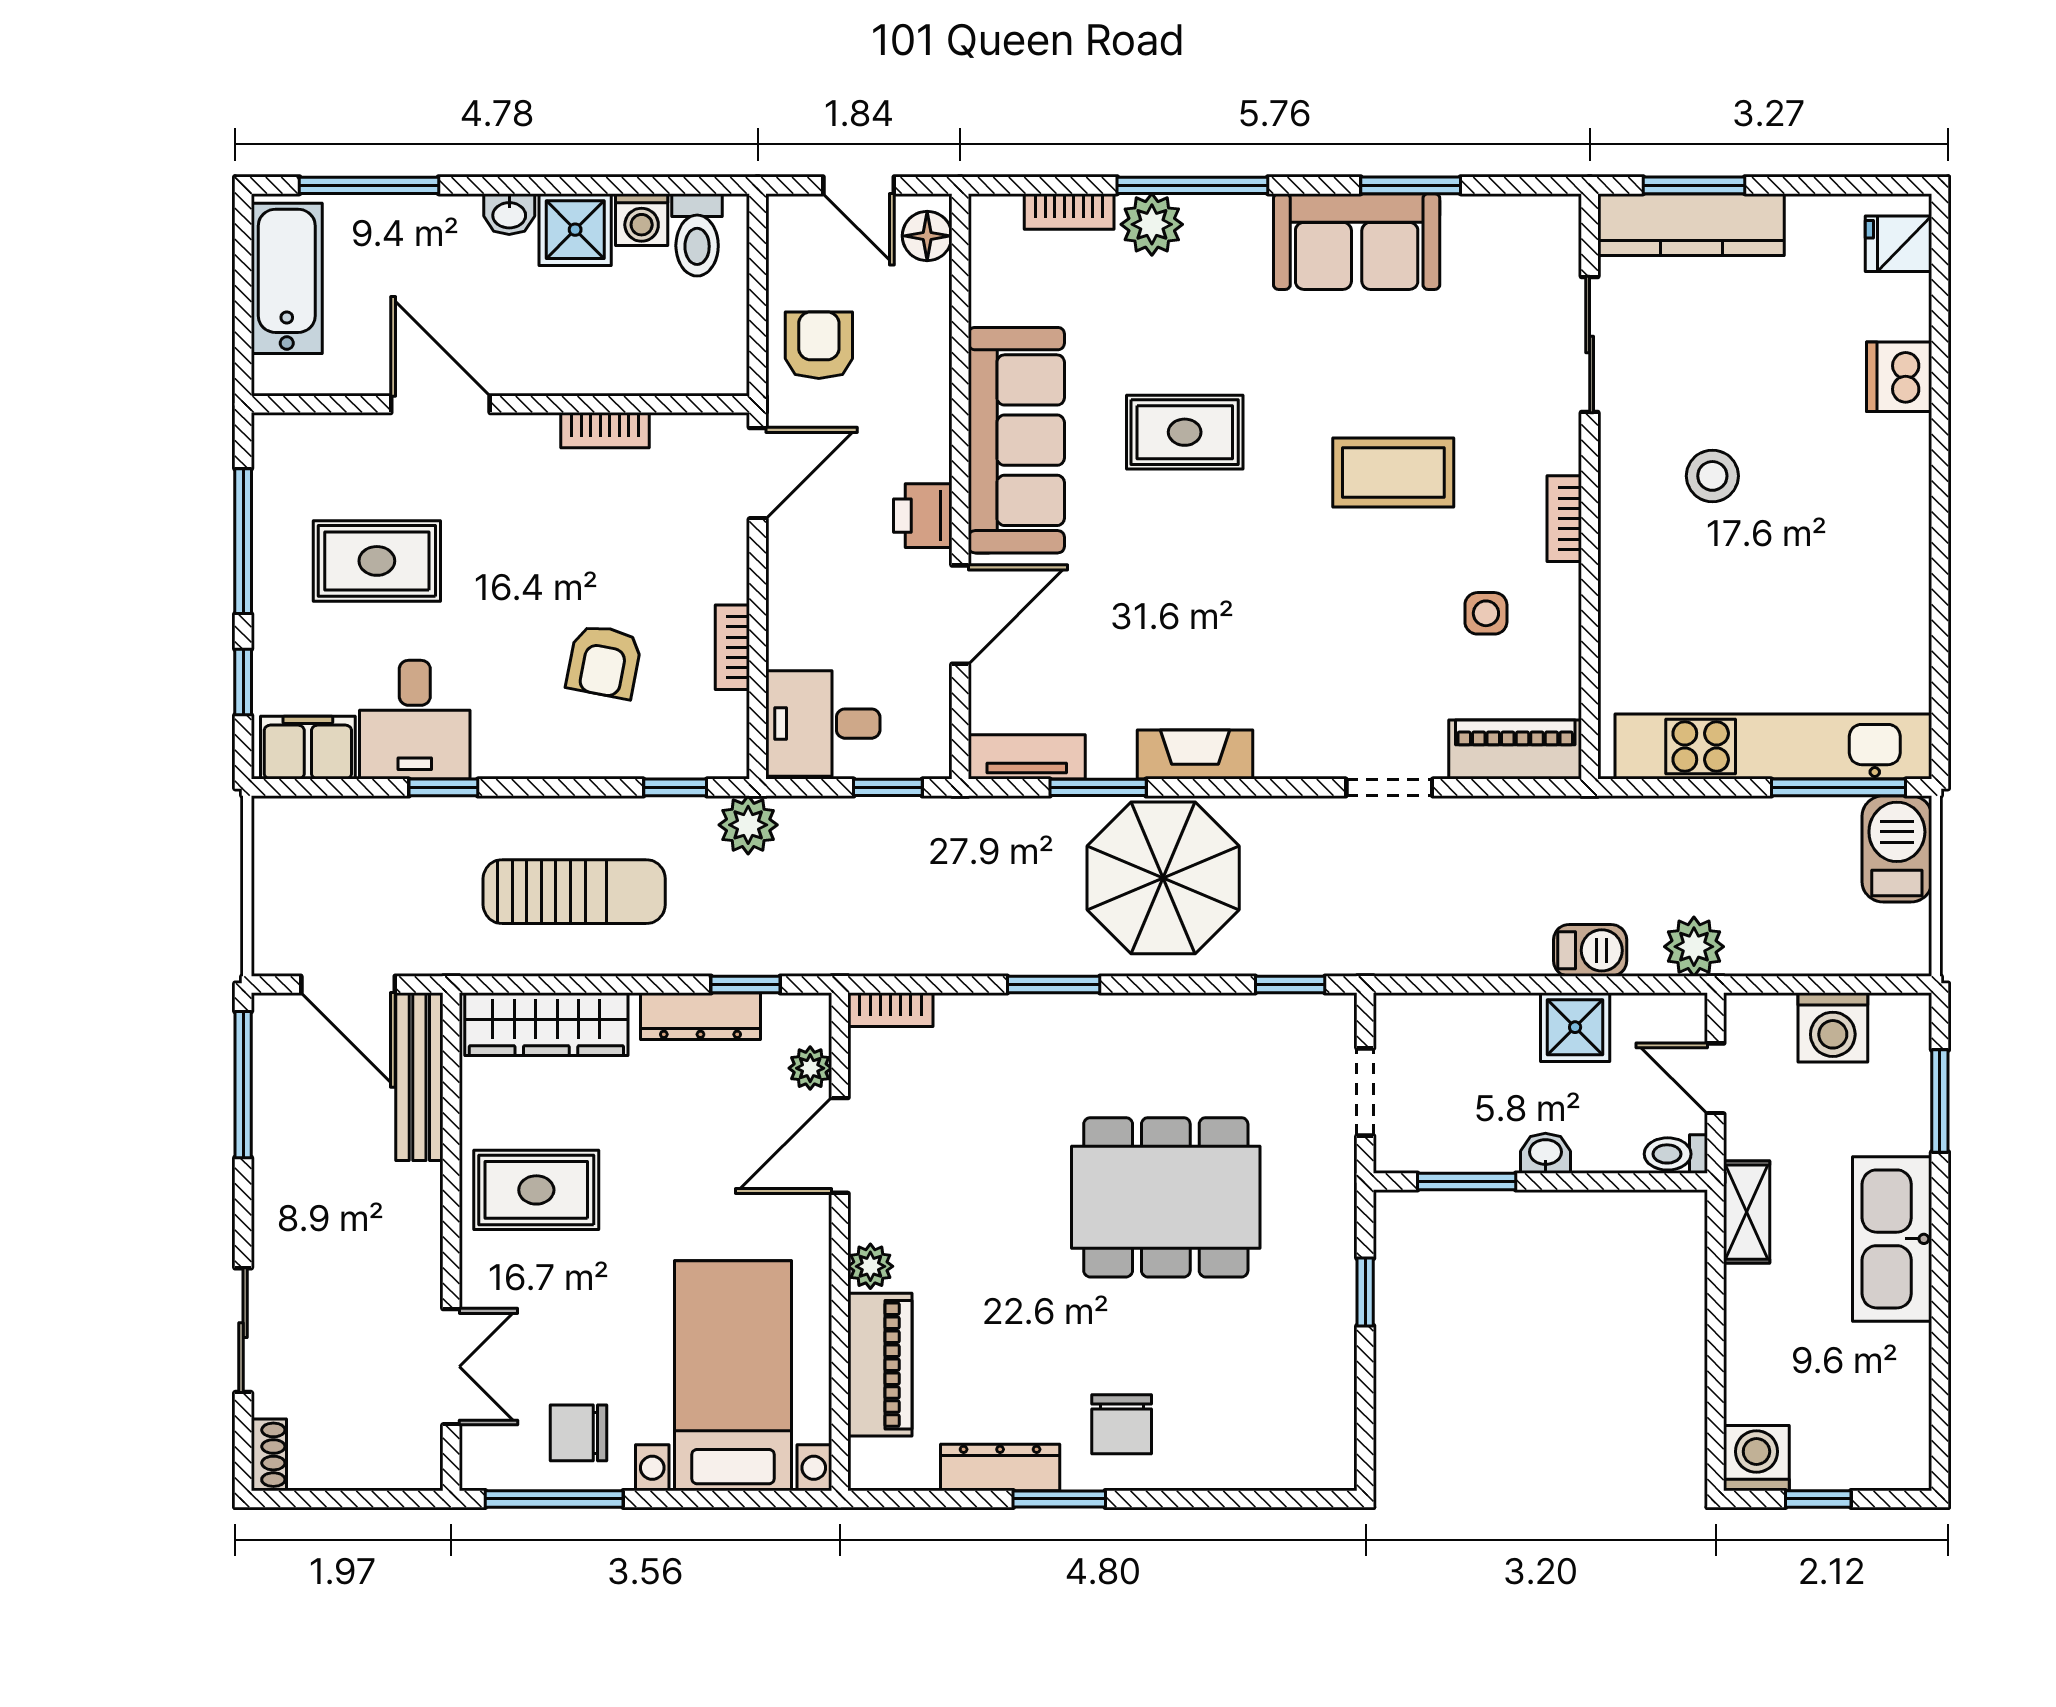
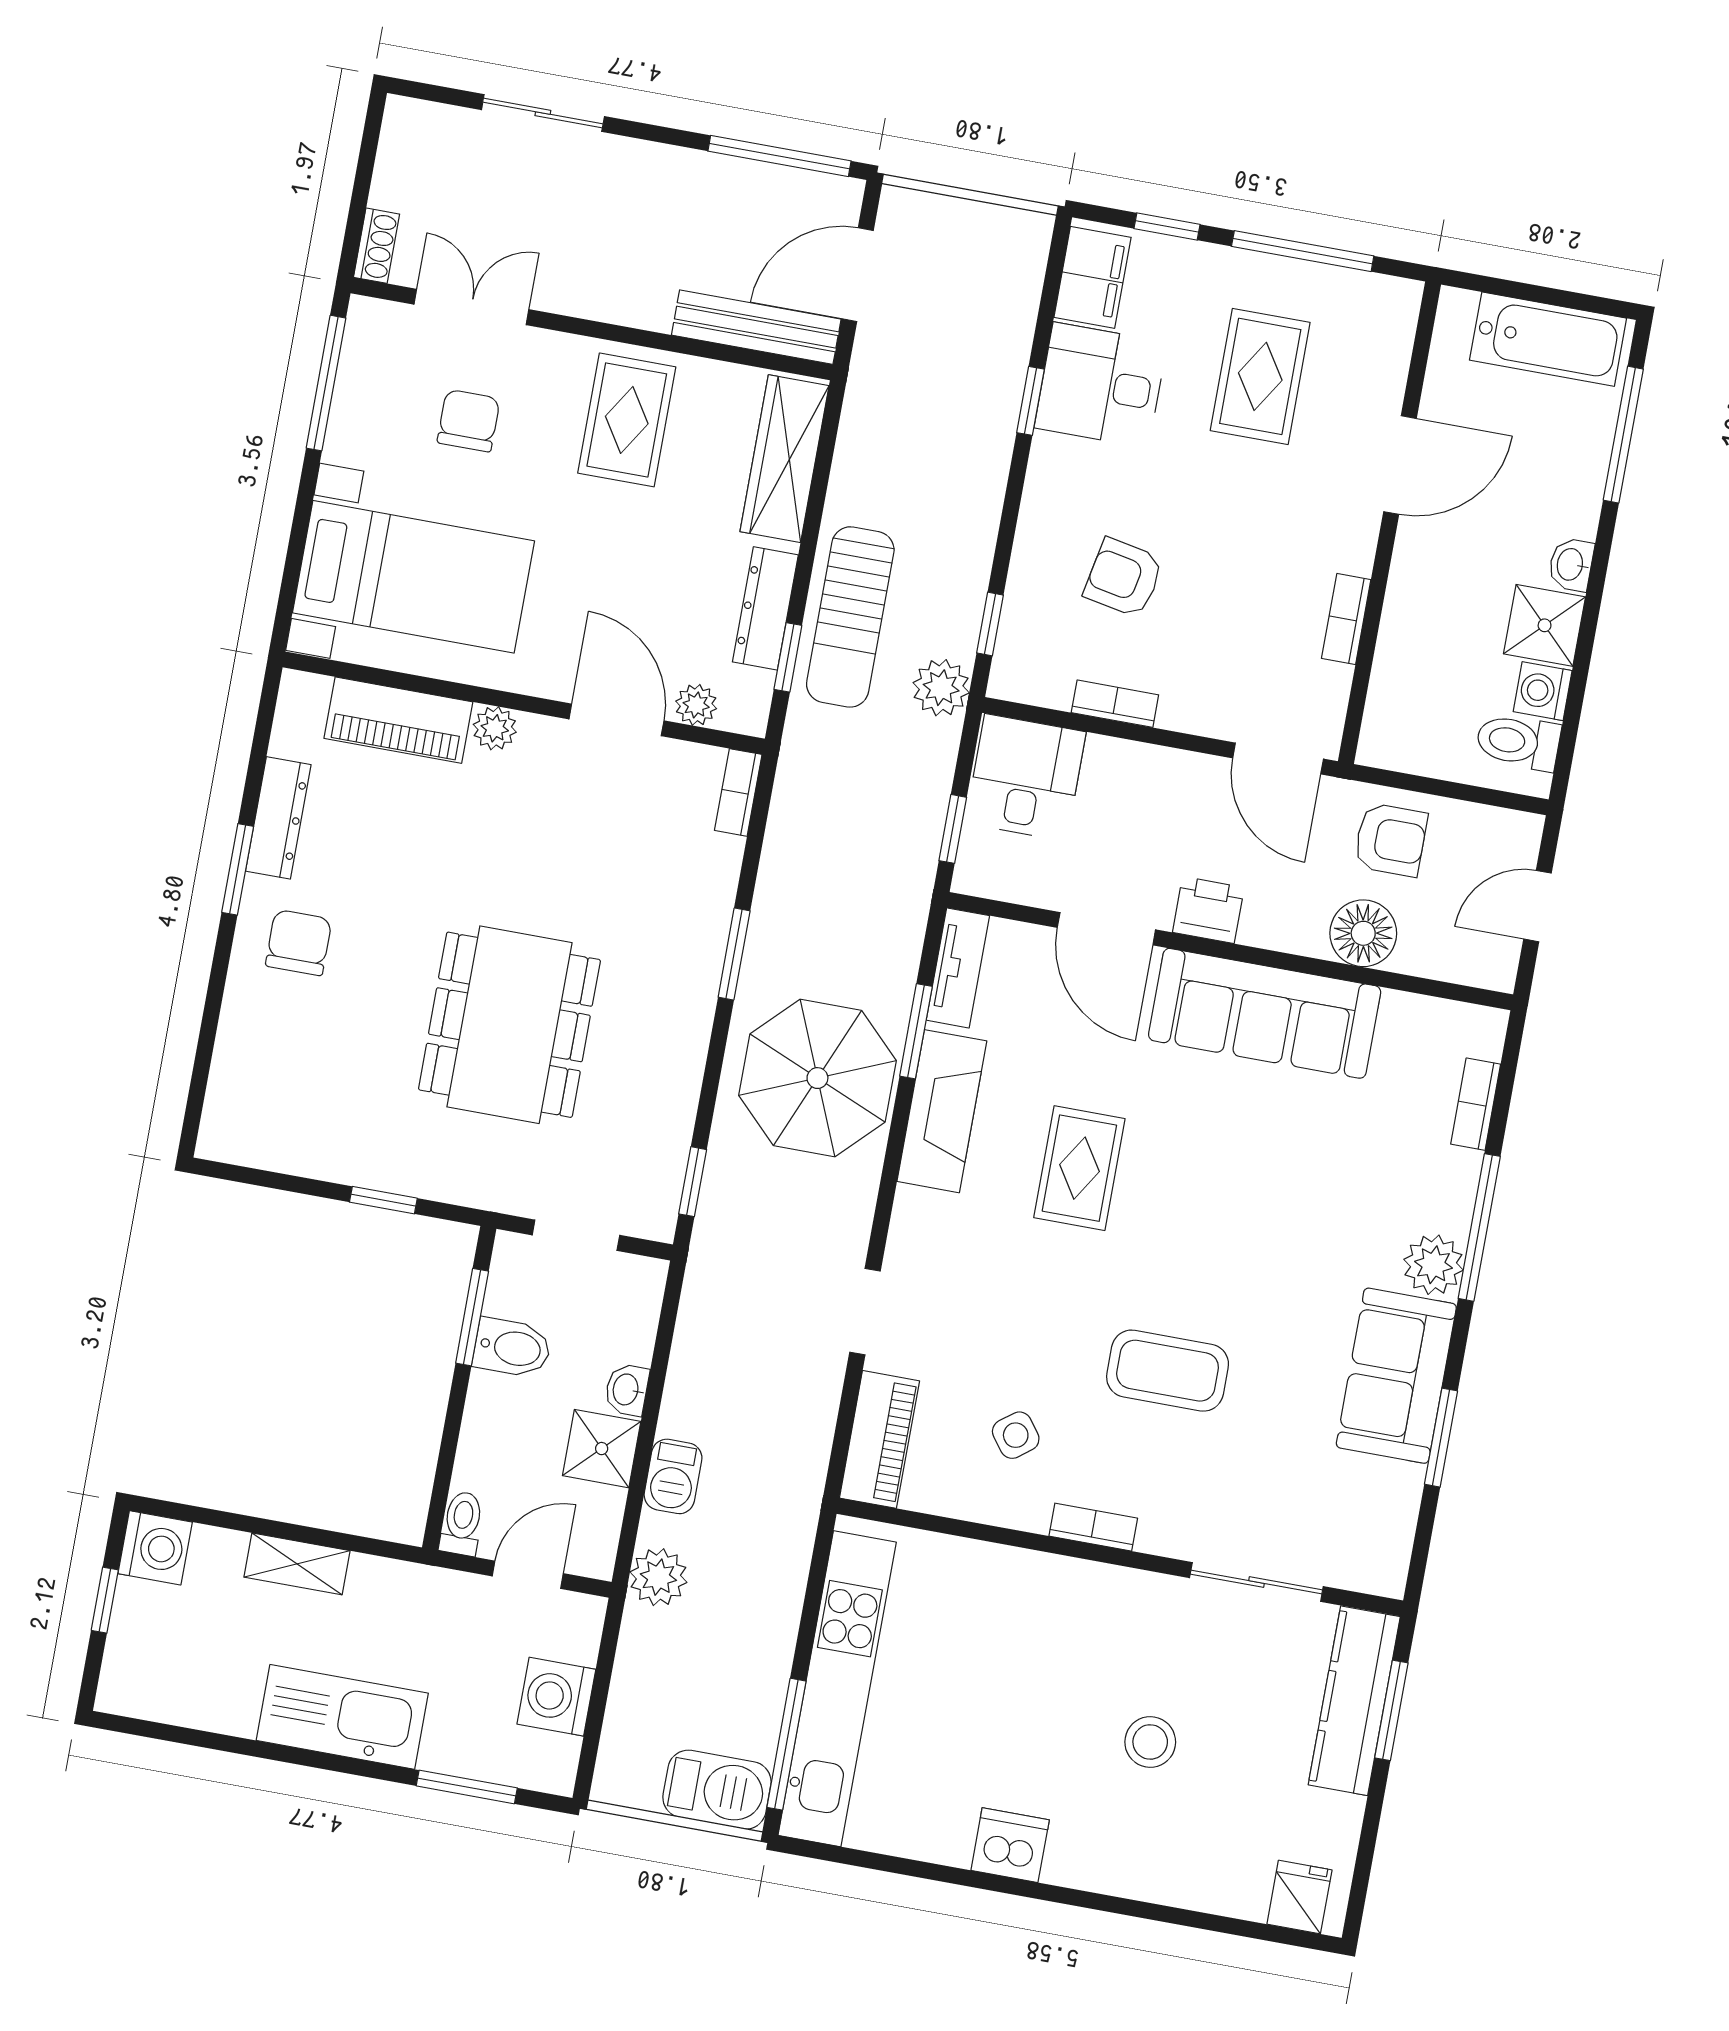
plant: (1152, 224) -> (1433, 1265), moved
floor lamp: (927, 236) -> (1363, 933), moved, width x1.38, depth x1.38
dishwasher: (1899, 377) -> (1010, 1845), moved
rug: (1185, 432) -> (1079, 1168), moved
coffee table: (1393, 473) -> (1168, 1371), turned 90
stool: (1712, 476) -> (1150, 1742), moved
side table: (1486, 613) -> (1016, 1435), turned -37
fireplace: (1195, 755) -> (942, 1111), width x1.37, depth x1.32
sun lounger: (574, 892) -> (850, 617), moved
bidet: (1490, 1135) -> (512, 1348), added
washbasin: (1545, 1153) -> (627, 1390), moved, turned 180
shelving: (1747, 1212) -> (297, 1564), moved
double door: (451, 1367) -> (471, 307), swing flipped
chair: (1122, 1424) -> (299, 943), turned 90
chair: (578, 1433) -> (469, 421), moved
shoe rack: (269, 1455) -> (377, 246), moved, turned -90

